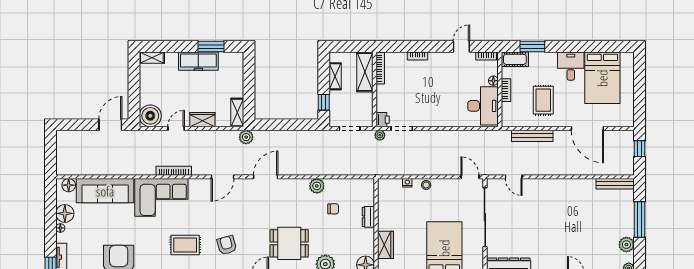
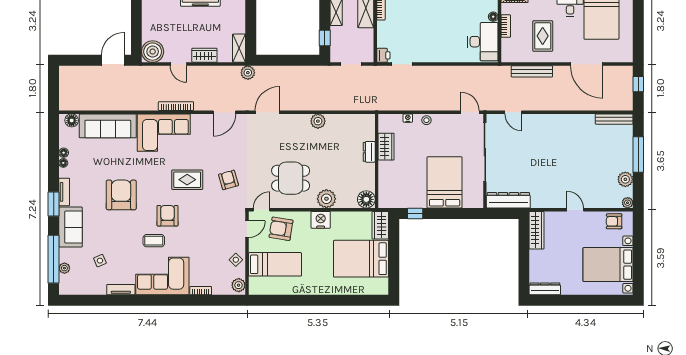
door: (176, 128) -> (178, 64), swing flipped
plant: (380, 135) -> (381, 71), removed
chair: (333, 209) -> (334, 144), removed
floor lamp: (65, 213) -> (64, 153), width x0.53, depth x0.53
wardrobe: (385, 245) -> (386, 147), moved

